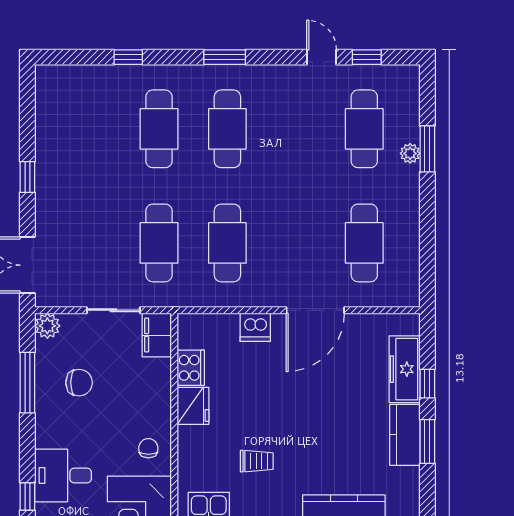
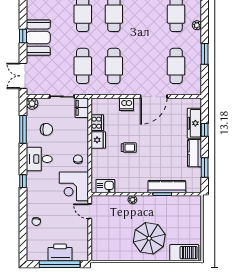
window: (427, 149) -> (205, 54), moved
booth: (61, 180) -> (38, 38), added
window: (427, 441) -> (205, 168), moved
trolley: (257, 461) -> (129, 148), moved
desk: (63, 475) -> (39, 159), moved

